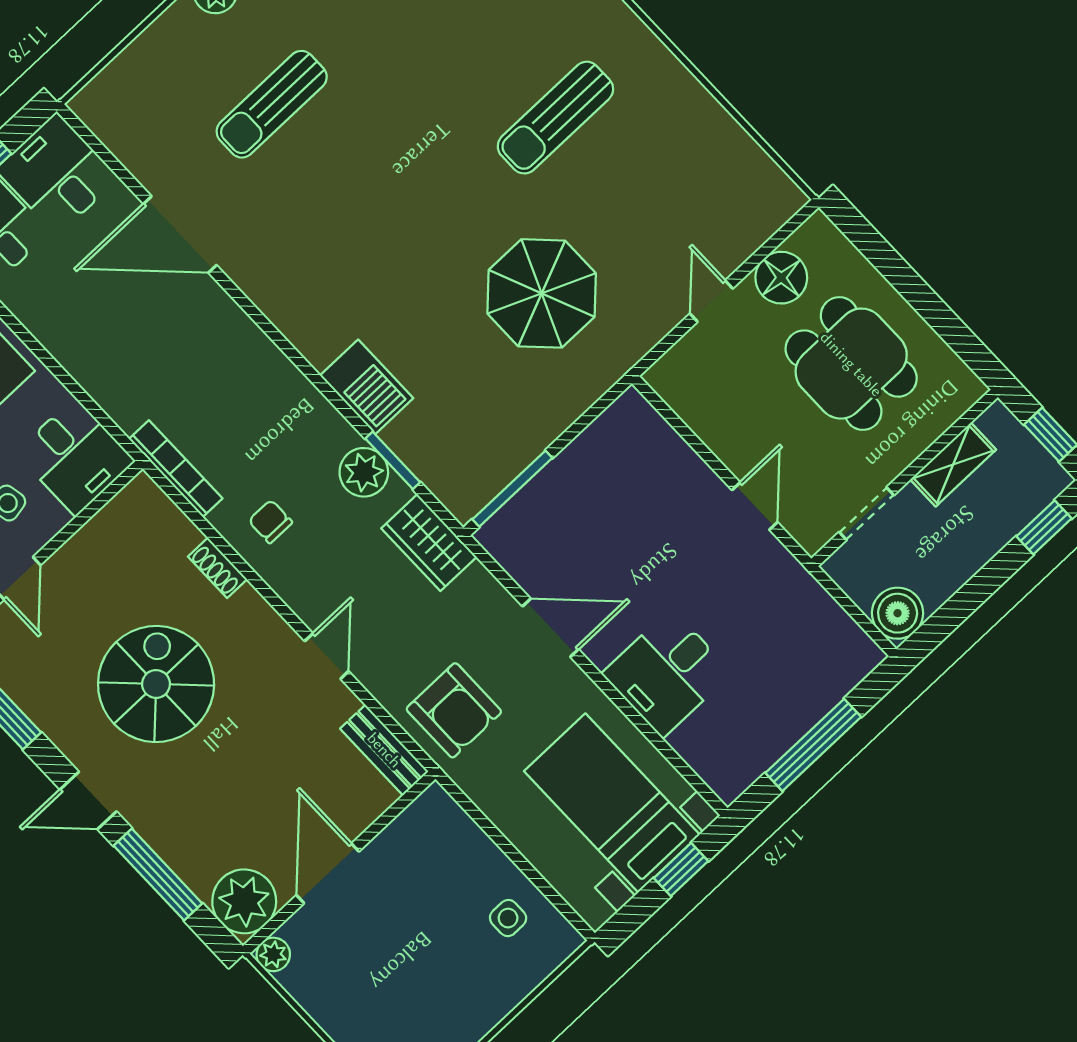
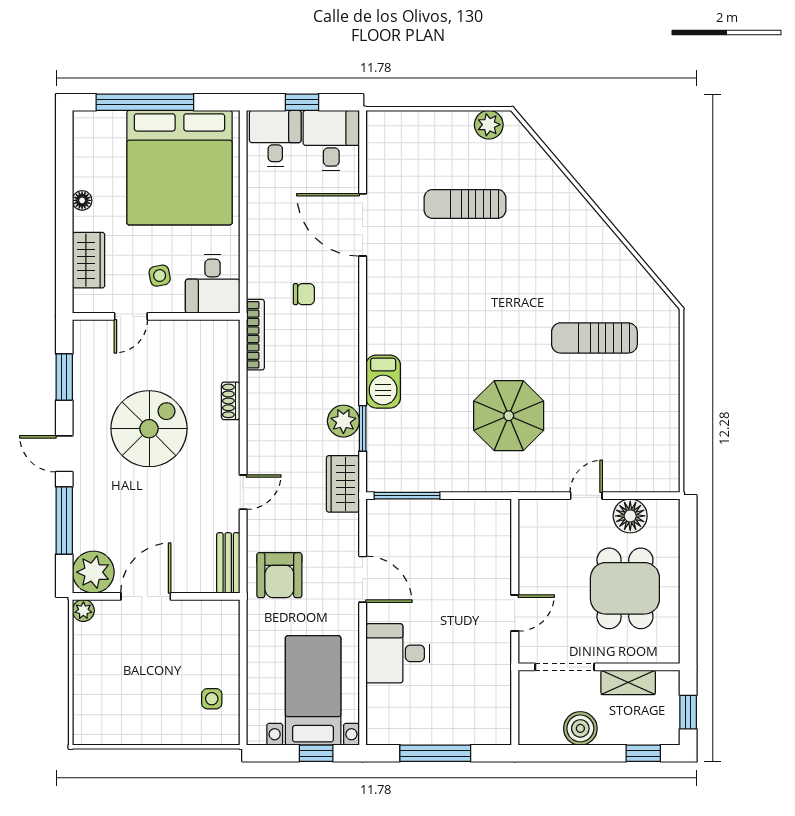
doorway: (866, 514) -> (565, 667), width x1.38
chair: (270, 522) -> (304, 294), moved, turned 90
boiler: (898, 613) -> (580, 728), moved

